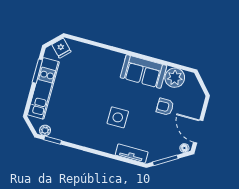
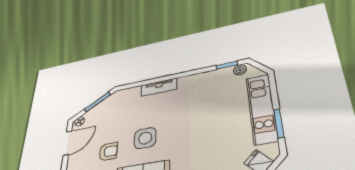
side table: (118, 117) -> (145, 138), moved
door: (198, 131) -> (67, 143), hinge flipped
tv unit: (132, 153) -> (159, 87), moved

